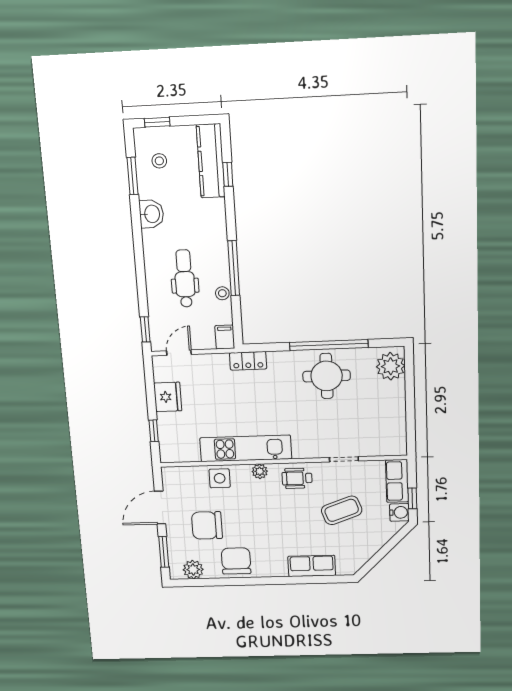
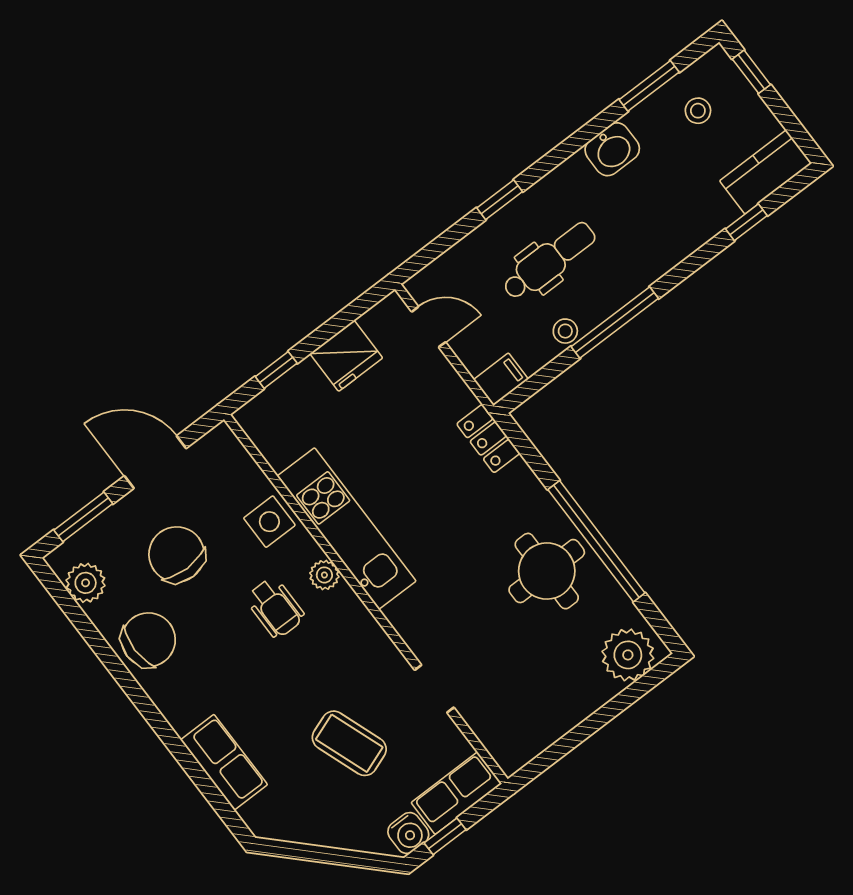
kitchen counter: (211, 161) -> (766, 172), width x0.67
window: (145, 329) -> (500, 200), moved
wheelchair: (297, 478) -> (275, 608), moved, turned 180

